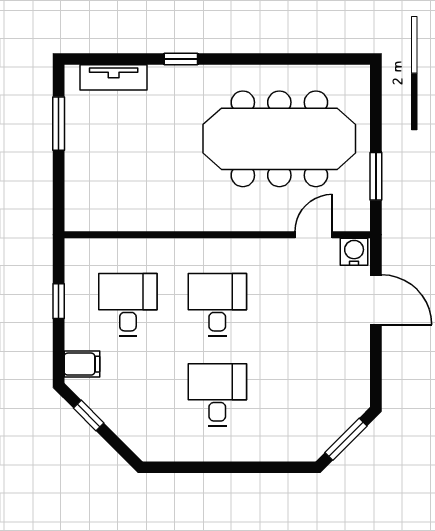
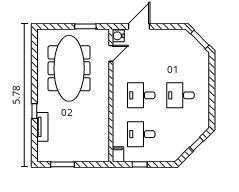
tv unit: (114, 77) -> (42, 127), moved
door: (314, 235) -> (111, 53), swing flipped
filing cabinet: (82, 364) -> (118, 154), moved
window: (89, 416) -> (197, 144), moved

